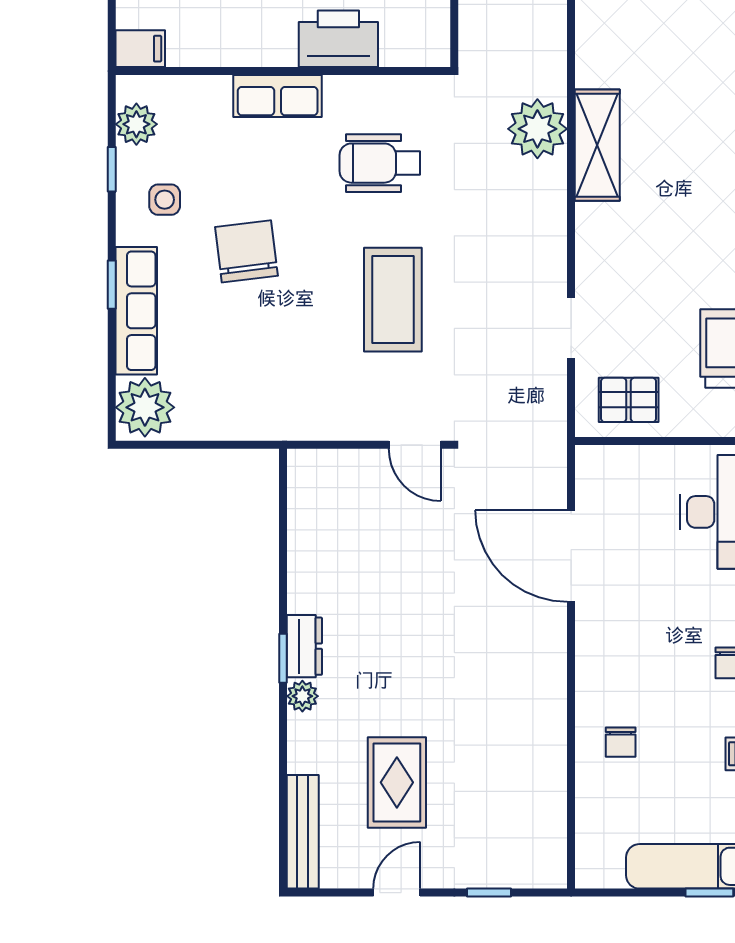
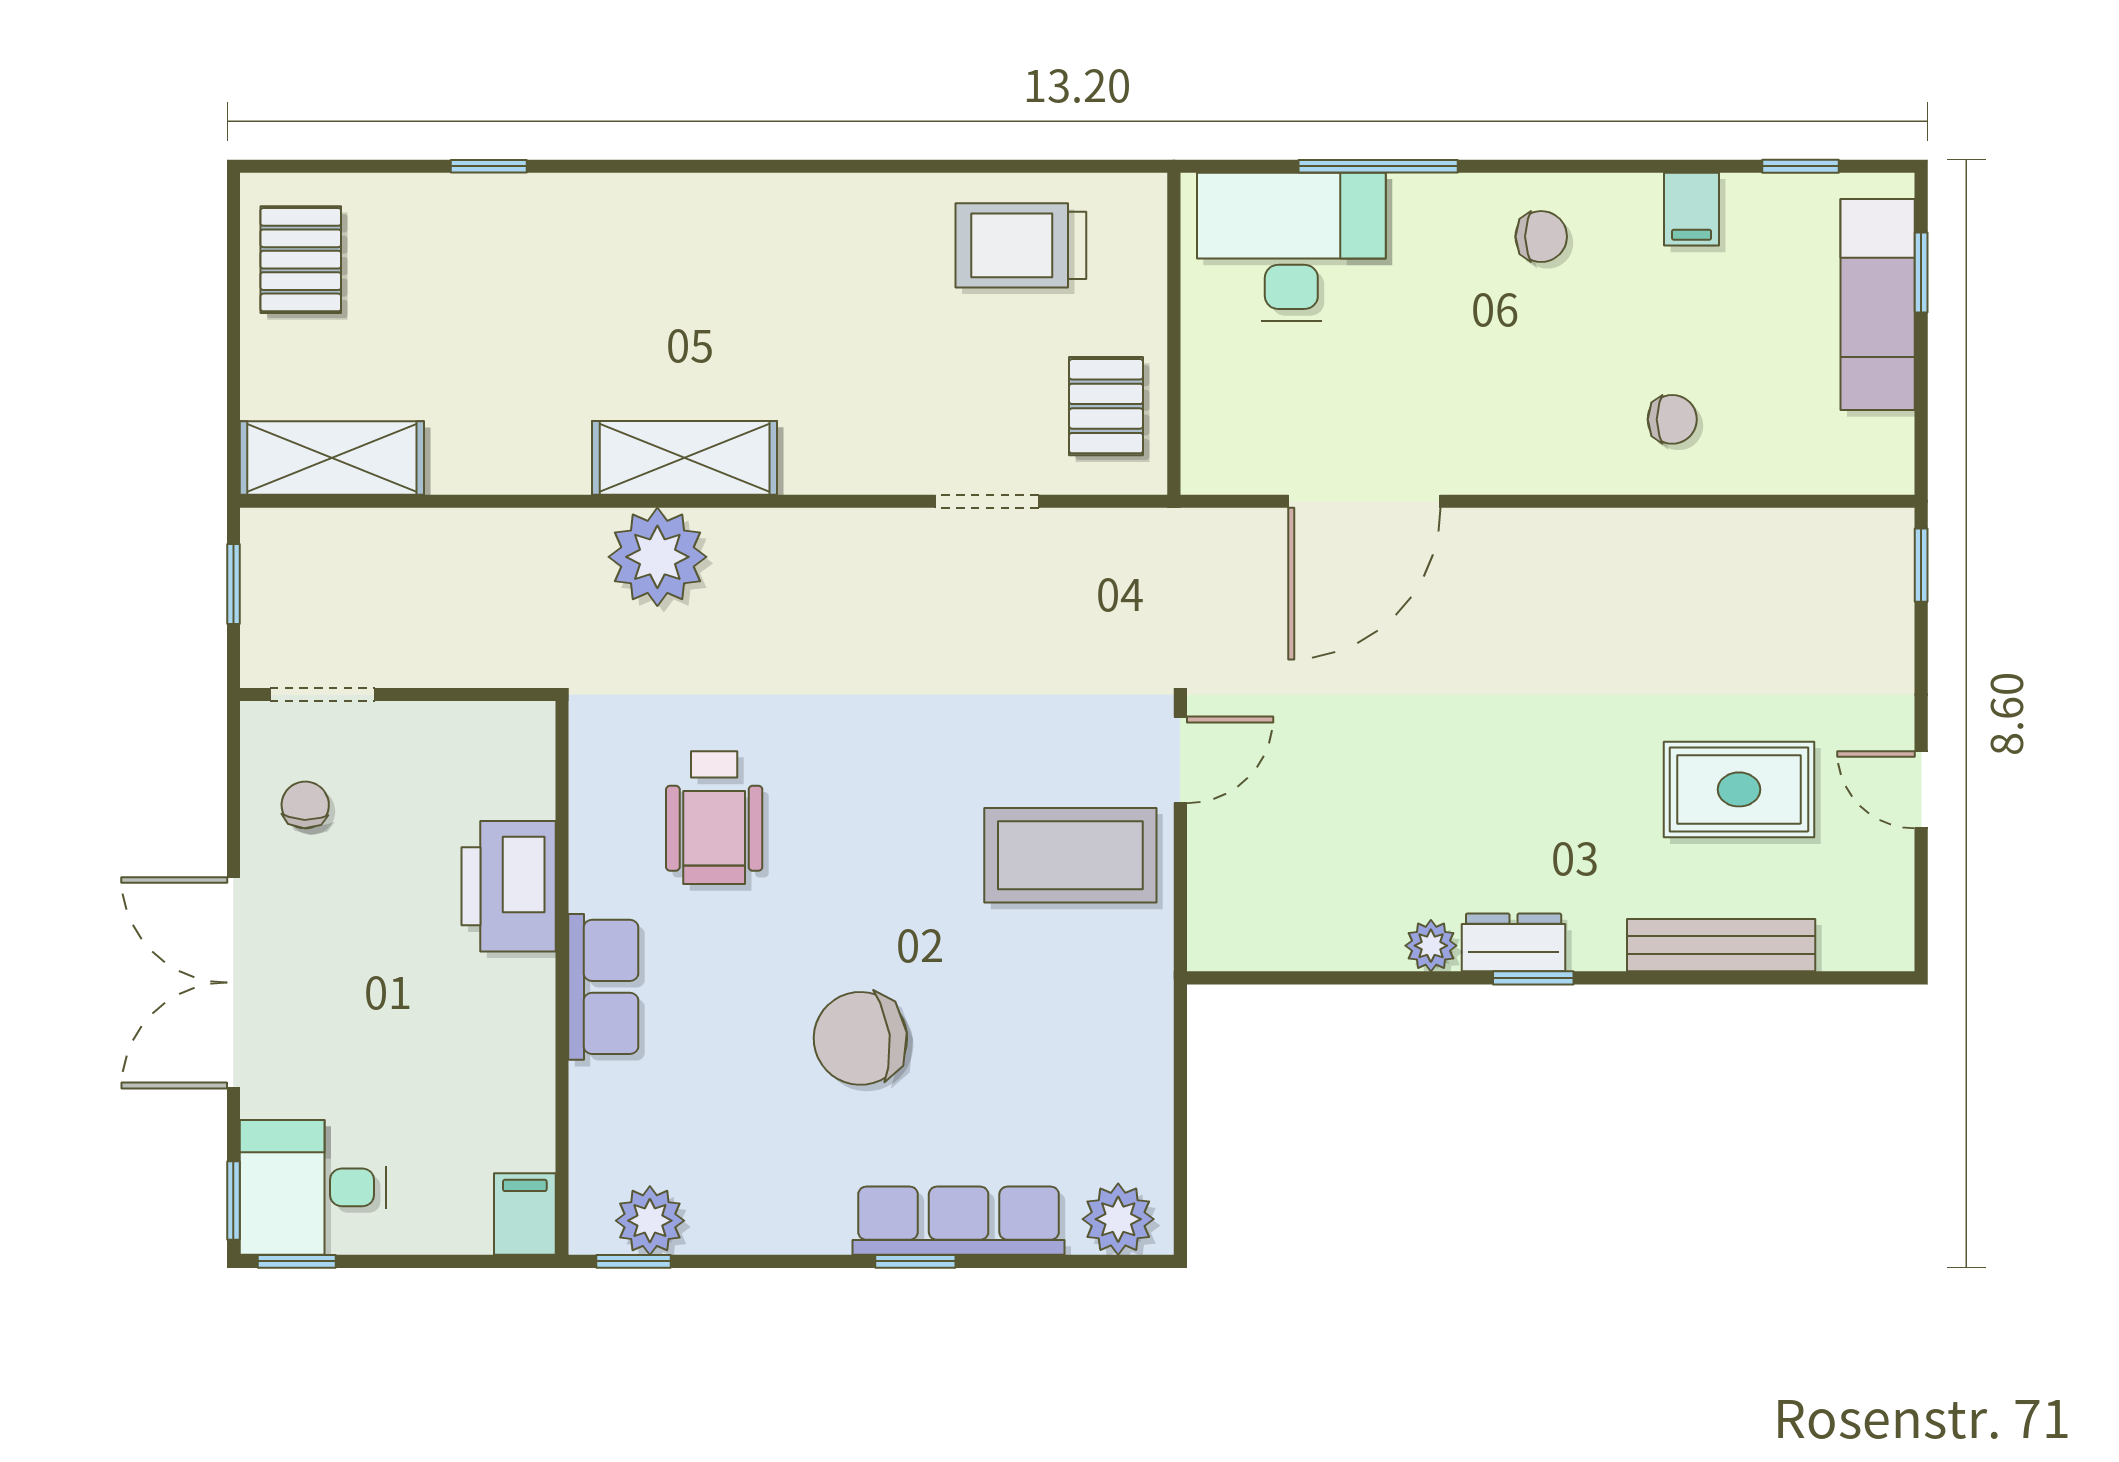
window: (112, 169) -> (633, 1261), moved
side table: (165, 200) -> (775, 1174), removed
coffee table: (393, 300) -> (1070, 855), moved
plant: (145, 407) -> (1118, 1219), width x0.73, depth x0.73
plant: (302, 696) -> (1431, 946), moved
bench: (303, 832) -> (1721, 945), moved
window: (489, 893) -> (1921, 565), moved

